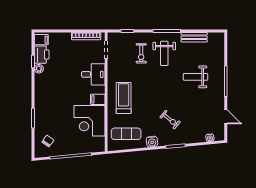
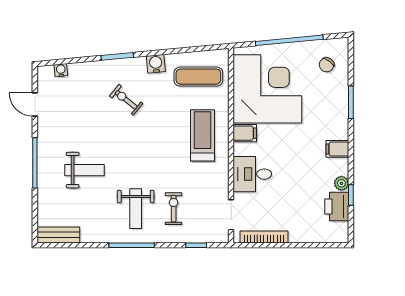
bench: (194, 37) -> (58, 235), moved
filing cabinet: (41, 40) -> (337, 149), moved
weight bench: (164, 53) -> (136, 209), turned 180
treadmill: (124, 98) -> (202, 135), turned 180
corner desk: (90, 121) -> (267, 89), width x1.36, depth x1.36

